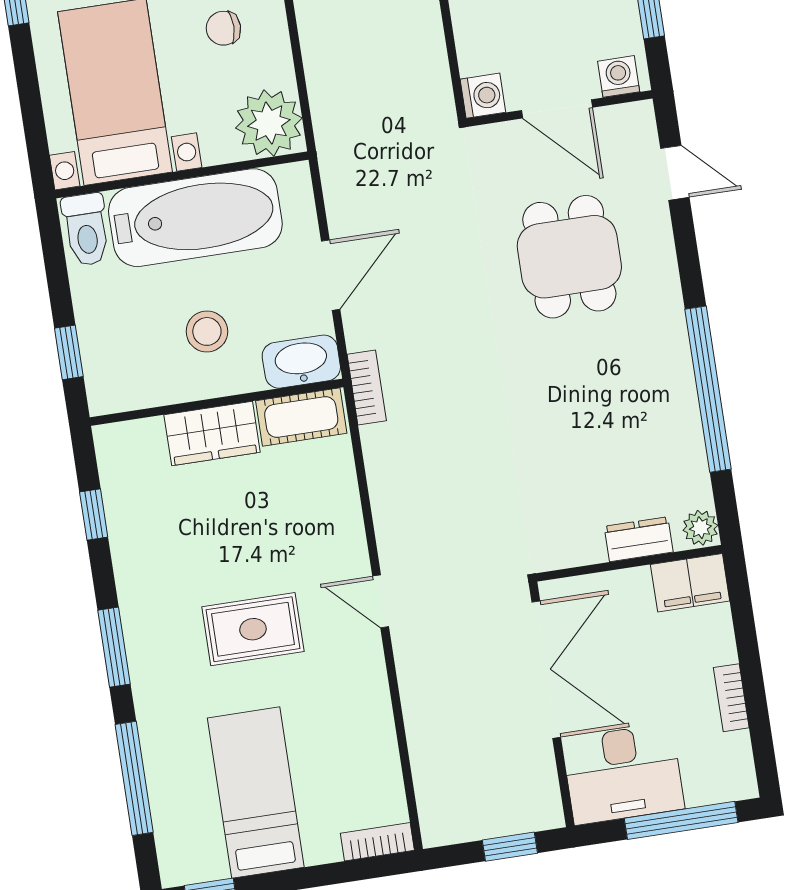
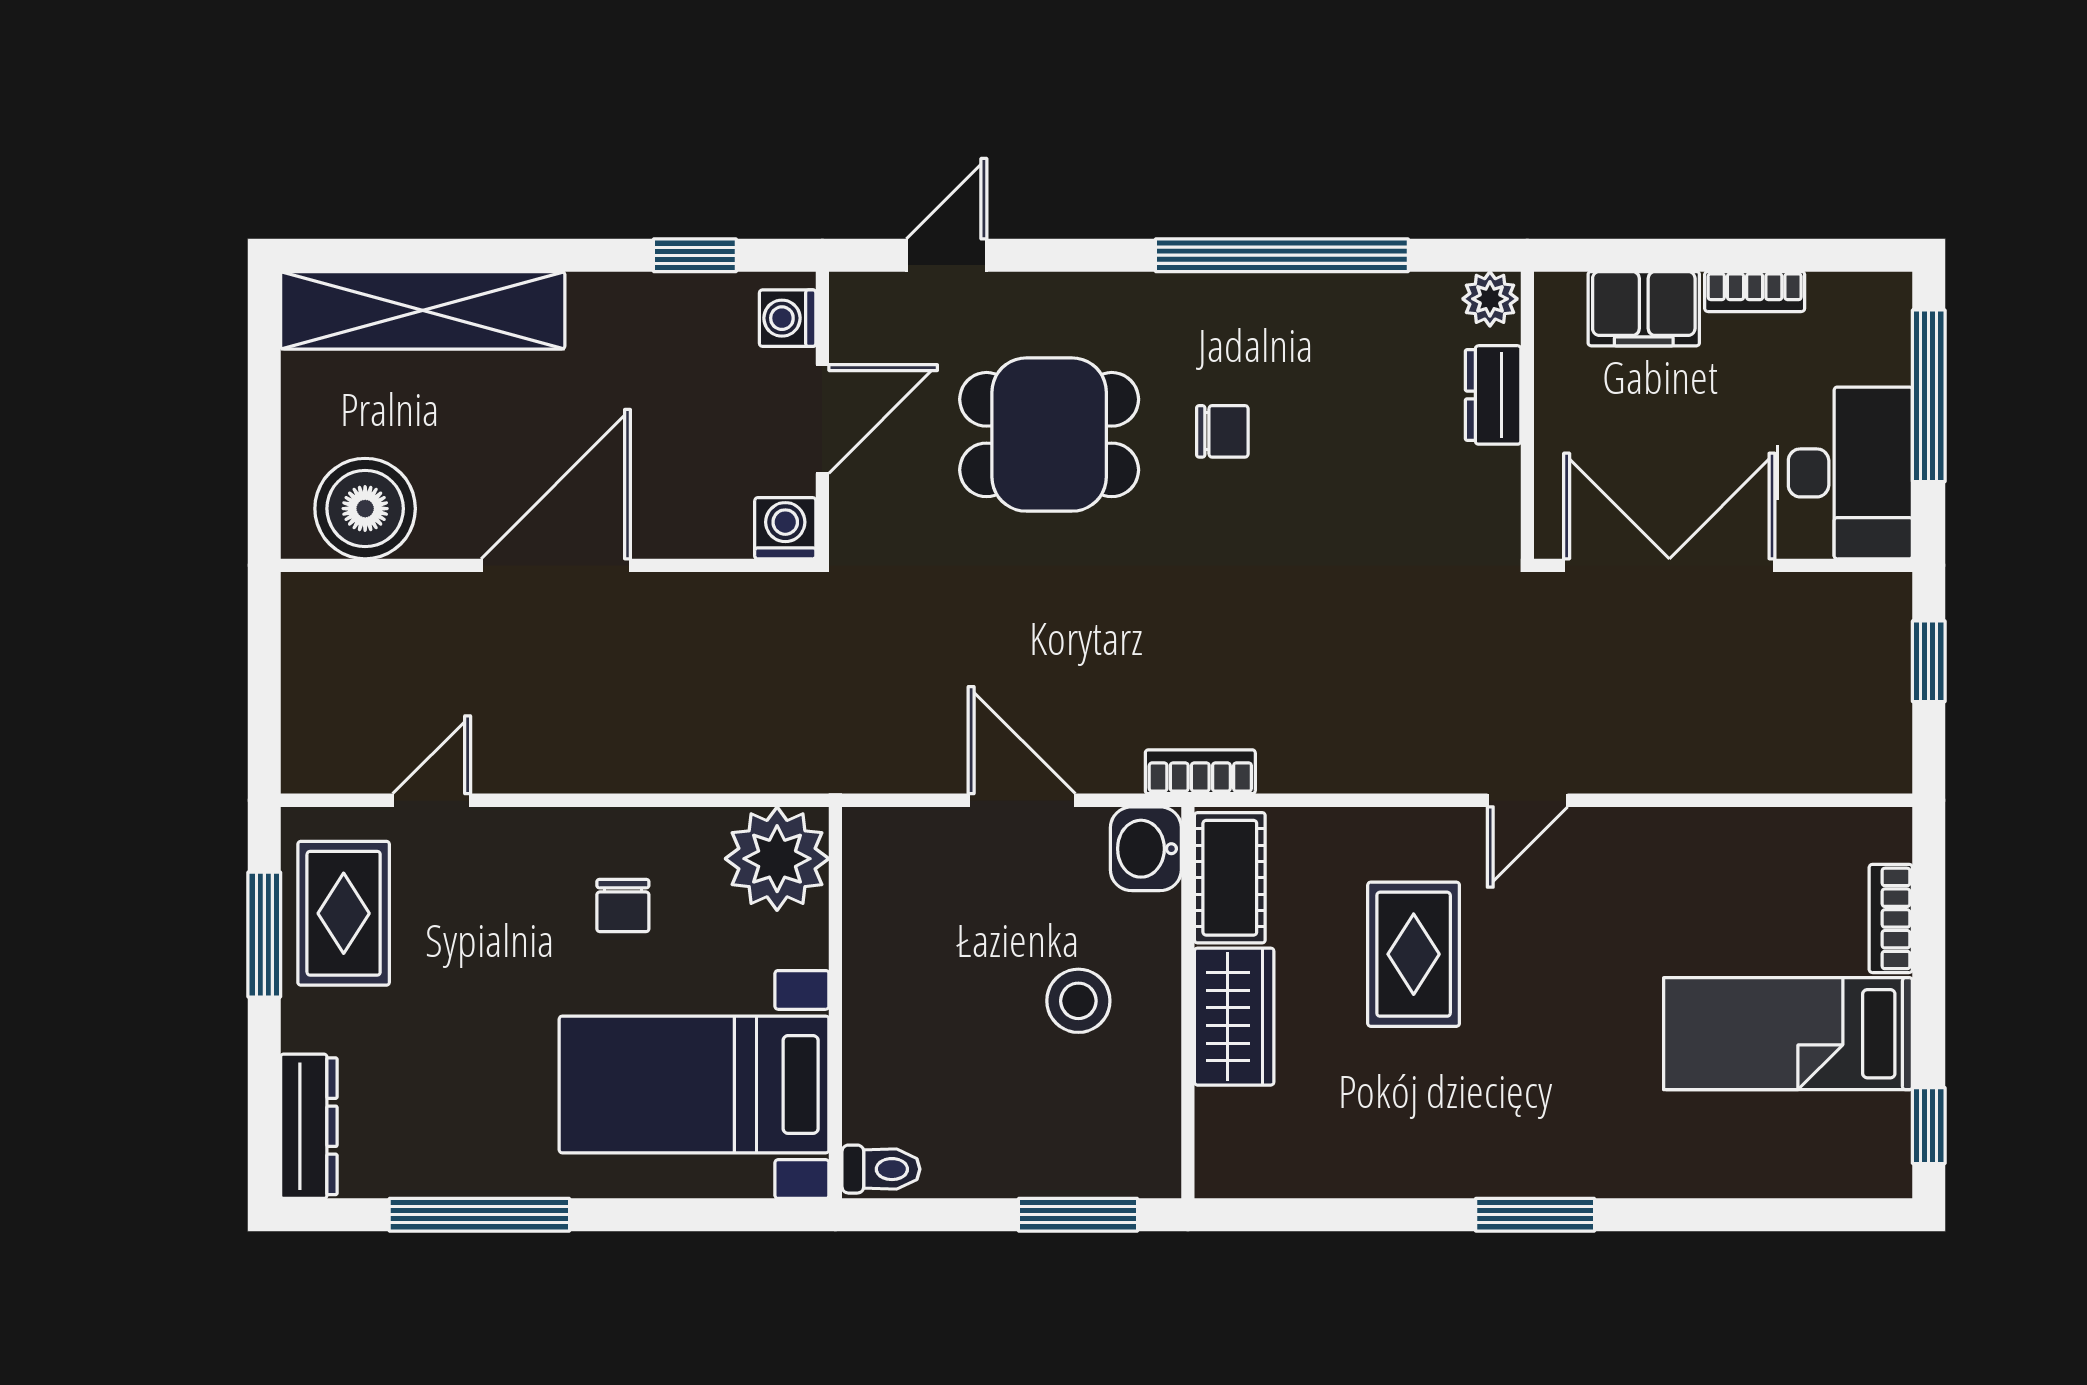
bathtub: (195, 218) -> (903, 992), removed
toilet: (86, 230) -> (881, 1169), width x0.73, depth x0.72
window: (69, 352) -> (1078, 1215), width x1.50
washbasin: (301, 362) -> (1146, 849), width x0.72
chair: (588, 368) -> (1222, 431), added
window: (94, 514) -> (1329, 1215), removed
filing cabinet: (690, 583) -> (1644, 309), moved, turned 90
rug: (253, 629) -> (1414, 954), moved
window: (134, 778) -> (1738, 1215), removed
bookcase: (377, 842) -> (1891, 918), moved

